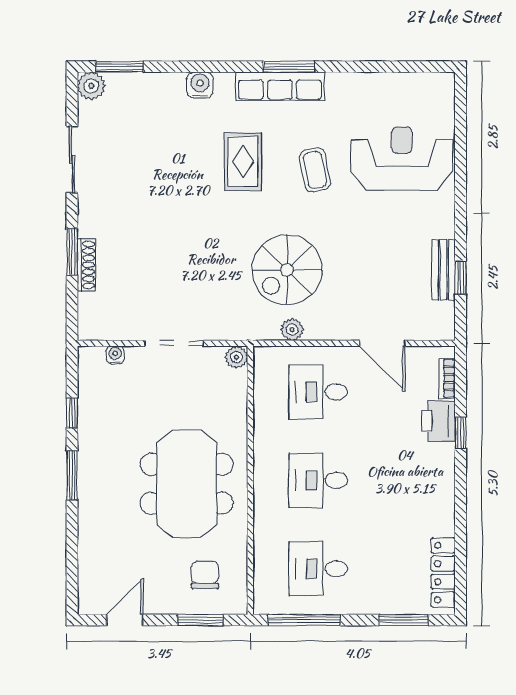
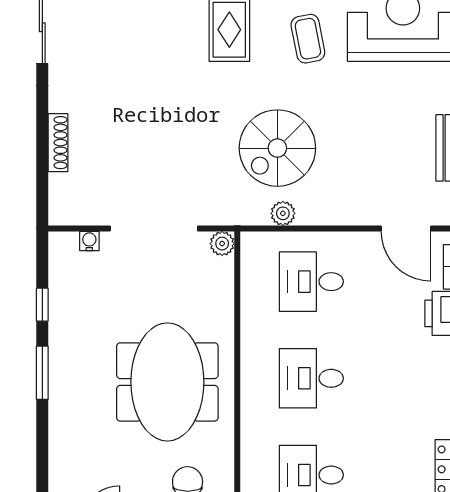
window: (72, 252) -> (42, 129), removed
doorway: (174, 343) -> (154, 228), width x1.36
door: (382, 343) -> (406, 228), moved

